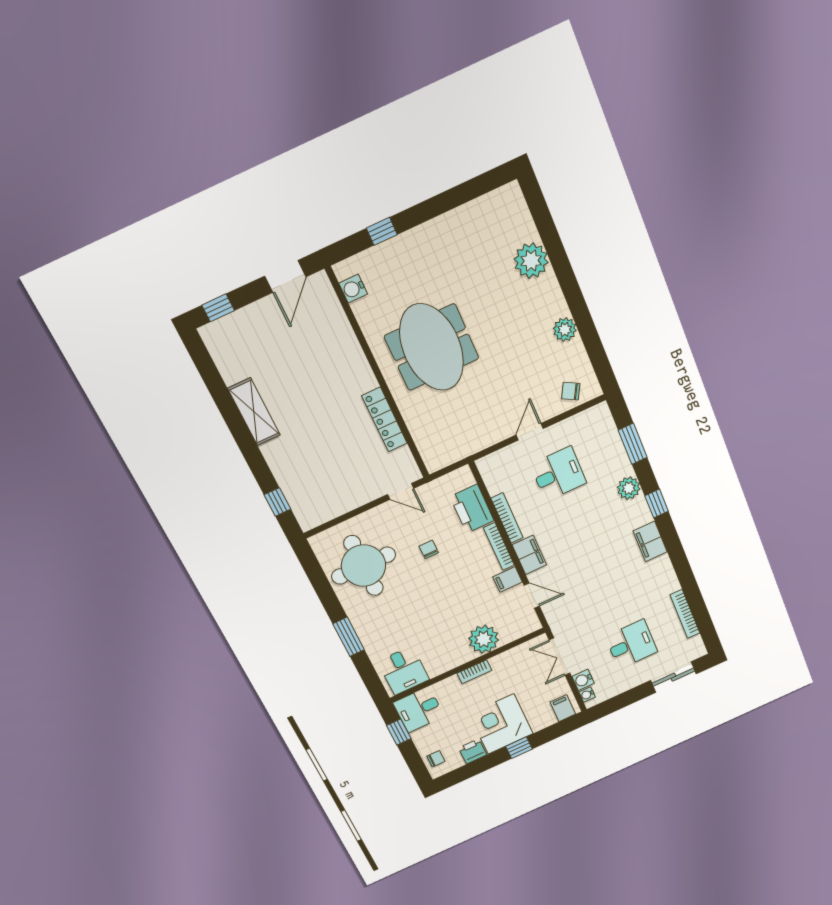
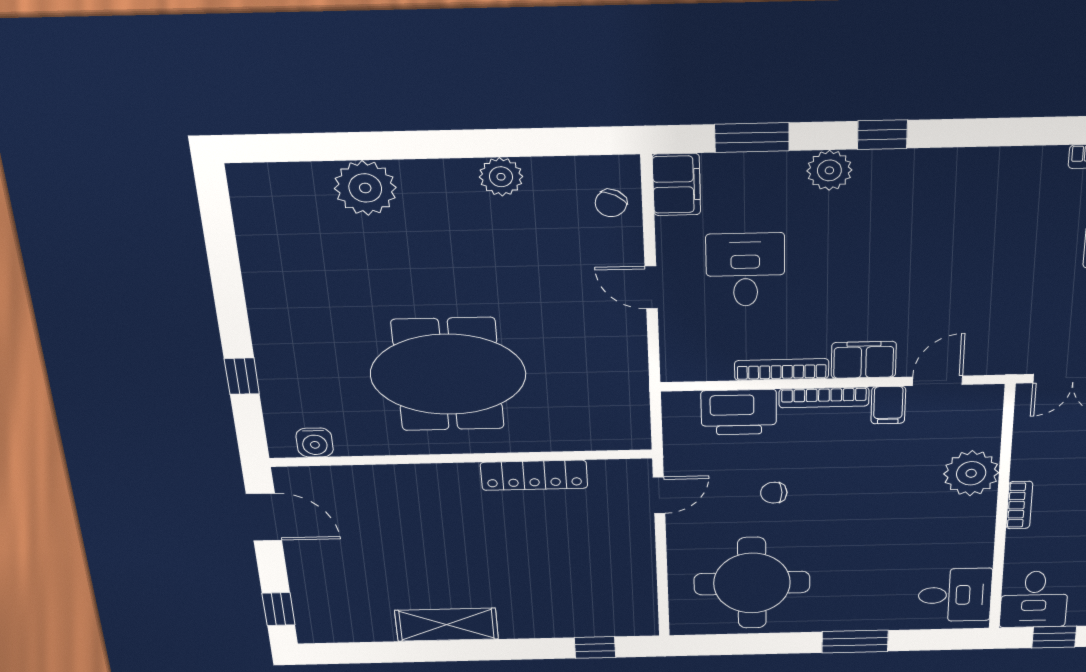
filing cabinet: (650, 542) -> (676, 185), moved, turned -90

